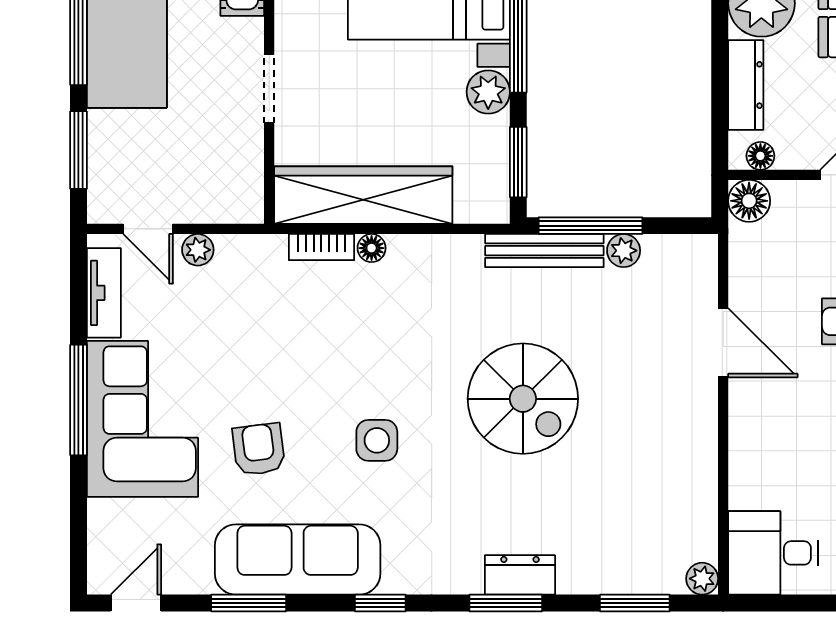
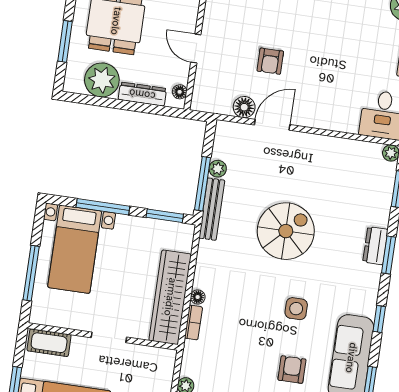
plant: (488, 92) -> (127, 226), removed
floor lamp: (749, 201) -> (244, 107), moved
armchair: (259, 449) -> (292, 370), turned 97

